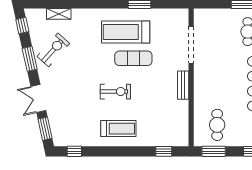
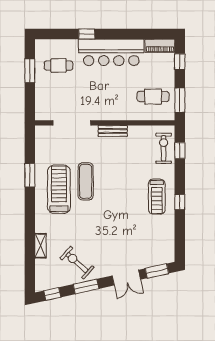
shelving: (59, 14) -> (40, 246), moved
treadmill: (126, 32) -> (59, 189), turned 180
exercise bike: (115, 92) -> (164, 148), moved
treadmill: (118, 129) -> (157, 197), turned 180
window: (74, 151) -> (180, 202), moved

